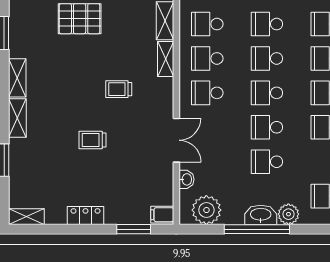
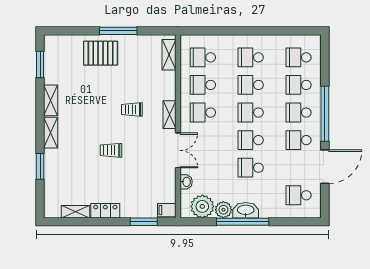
shelving: (166, 59) -> (170, 115), moved
plant: (288, 214) -> (223, 210), moved
shelving: (26, 217) -> (75, 212), moved

